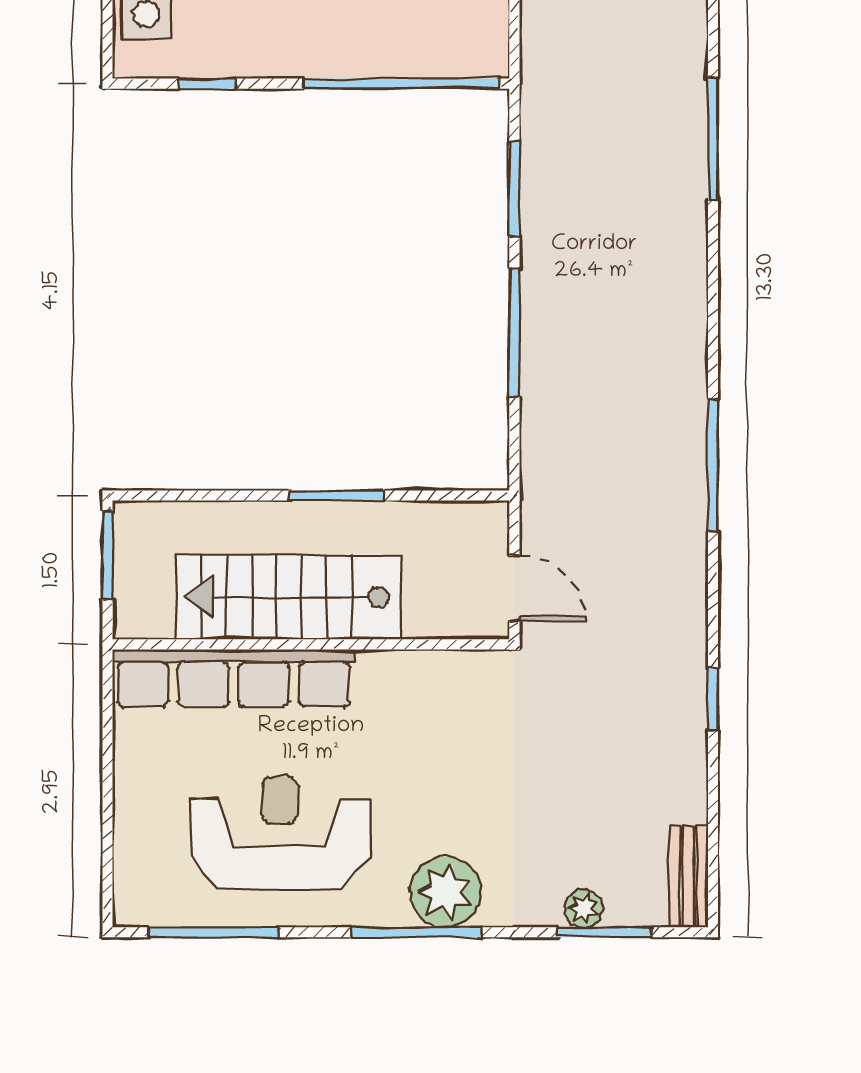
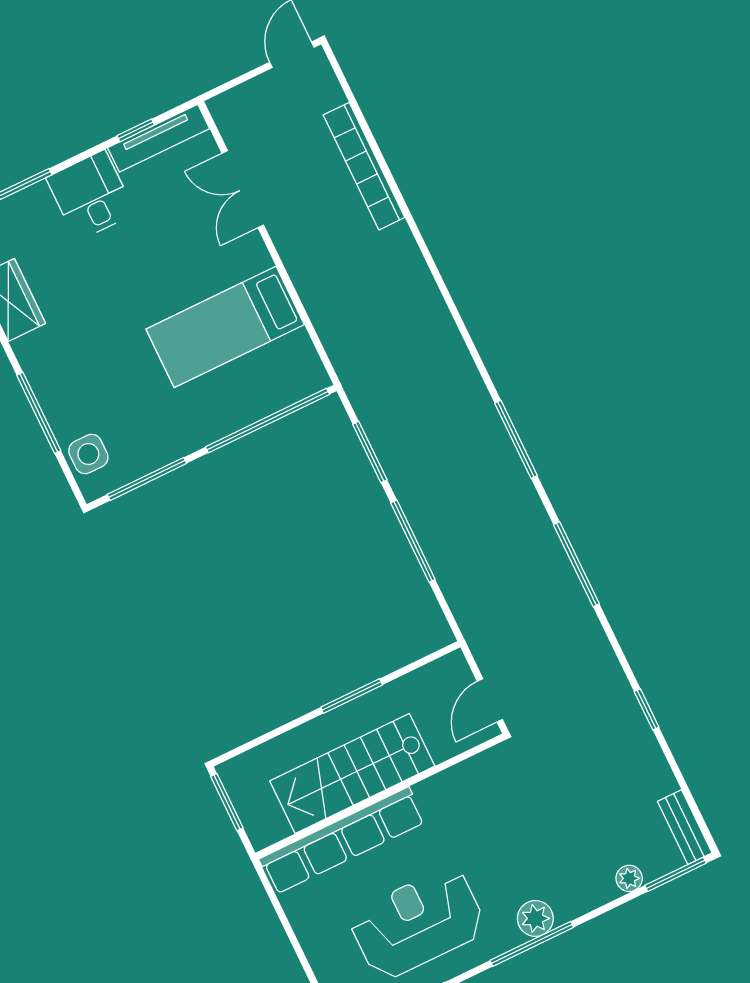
window: (207, 84) -> (147, 479), width x2.17
window: (713, 139) -> (516, 439), moved
door: (514, 588) -> (490, 700), swing flipped
plant: (446, 892) -> (535, 918), width x0.73, depth x0.73
window: (604, 932) -> (676, 874), moved

